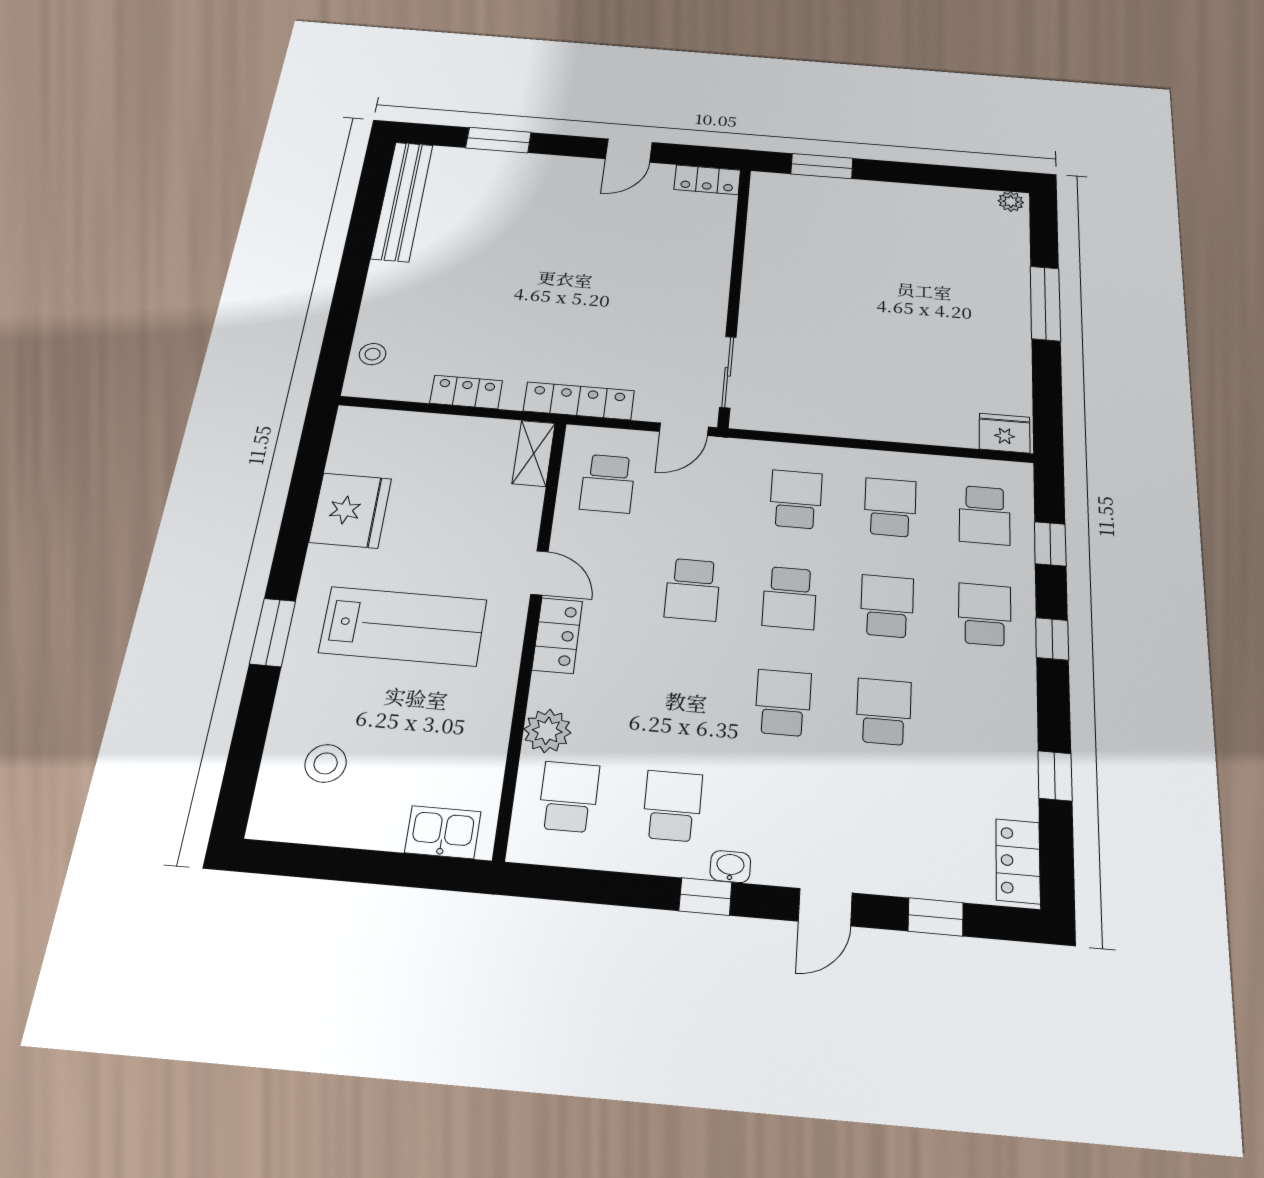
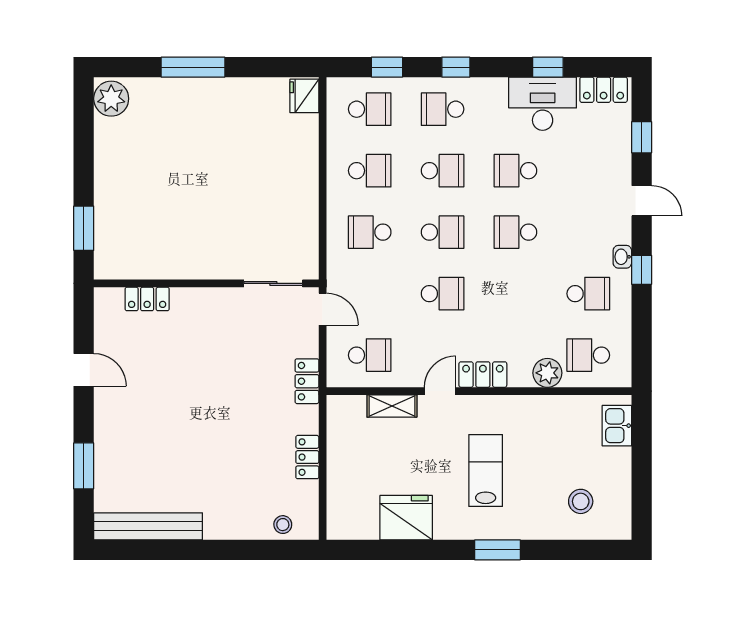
locker: (707, 180) -> (147, 299), moved, turned 90
plant: (1011, 202) -> (111, 99), width x1.87, depth x1.87
locker: (579, 401) -> (307, 381), width x0.66
shelving: (534, 453) -> (392, 406), moved
school desk: (890, 507) -> (370, 171), turned 180
school desk: (887, 606) -> (443, 171), turned 180
lab bench: (403, 626) -> (486, 471), width x0.73, depth x0.72
desk: (994, 762) -> (543, 104), added
school desk: (672, 806) -> (588, 294), turned 180

